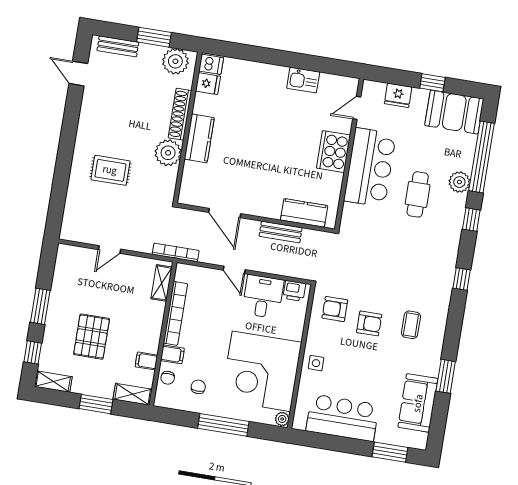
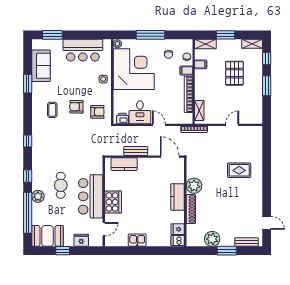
dishwasher: (211, 64) -> (178, 241), moved
fridge: (208, 84) -> (178, 229), moved
shoe rack: (180, 114) -> (191, 209), moved
wall: (188, 128) -> (185, 202), moved
kitchen counter: (199, 138) -> (177, 197), moved
plant: (168, 153) -> (194, 186), moved

